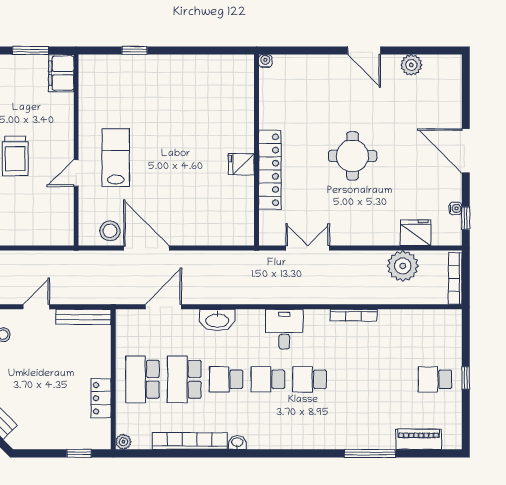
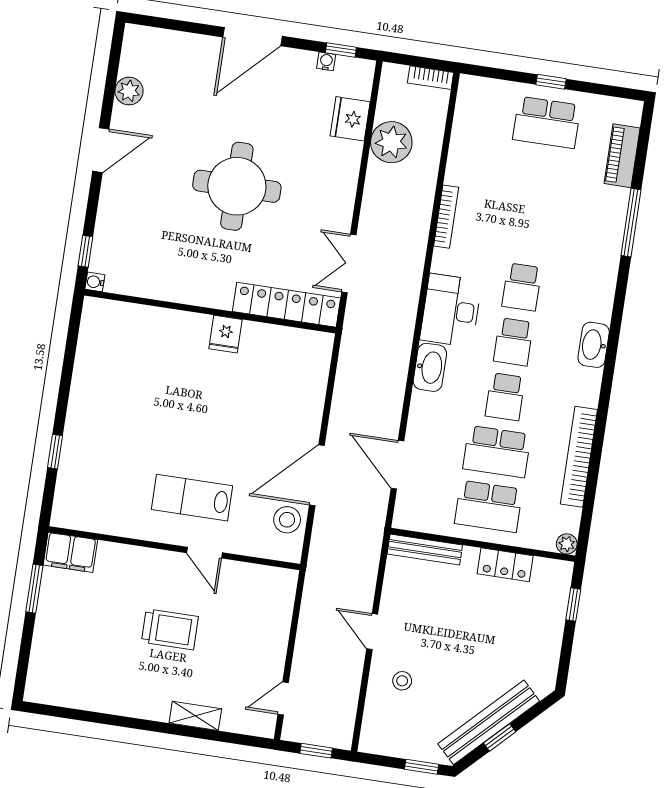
window: (287, 50) -> (85, 251), added
round table: (353, 156) -> (237, 186), width x1.36, depth x1.36
locker: (270, 170) -> (286, 305), moved
bookcase: (455, 279) -> (431, 78), width x0.64
bench: (83, 317) -> (425, 550), moved, turned 90
washbasin: (217, 320) -> (430, 367), moved
desk: (284, 329) -> (451, 310), width x1.37
school desk: (435, 379) -> (547, 122), width x1.85
washbasin: (237, 442) -> (594, 345), moved, width x1.91, depth x1.45

